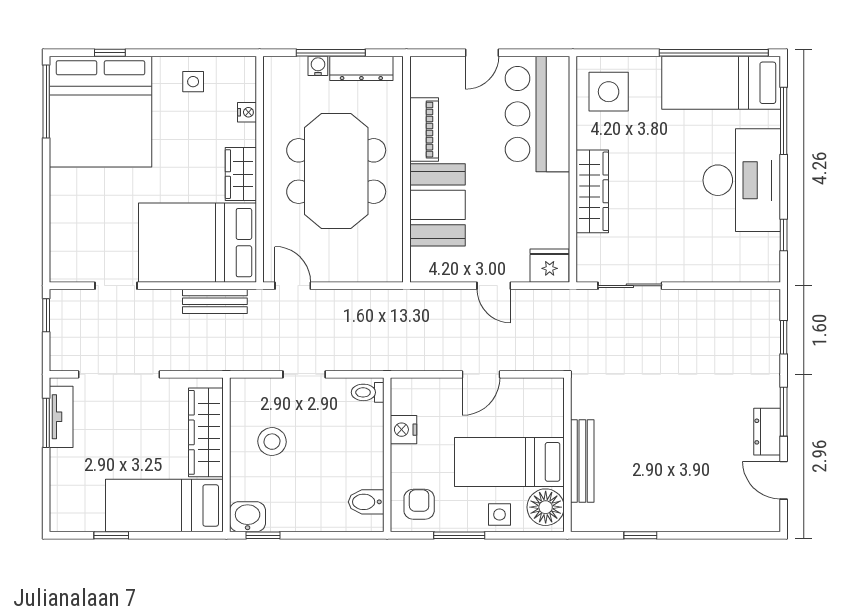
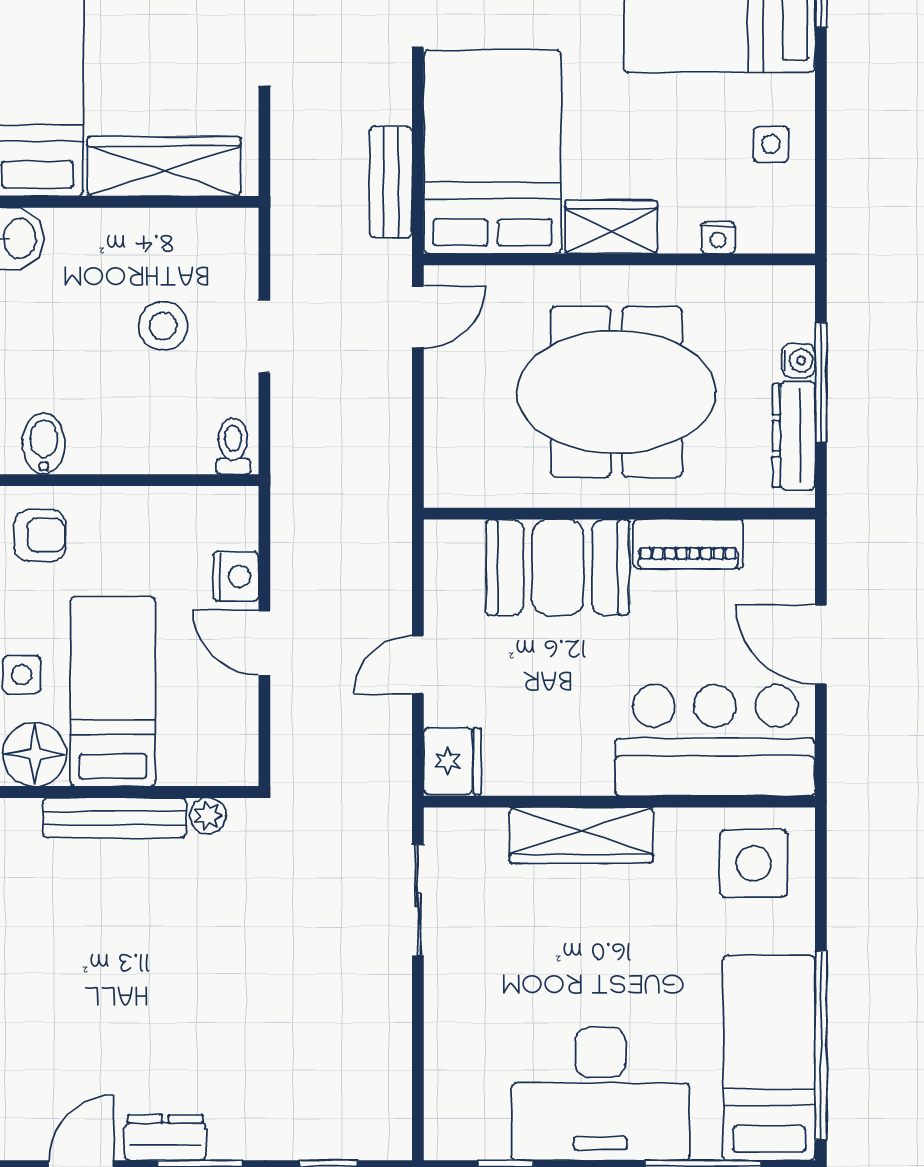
door: (482, 53) -> (821, 644), width x1.38
plant: (581, 407) -> (208, 816), added
nightstand: (404, 430) -> (236, 576), moved, turned 90
stool: (272, 442) -> (163, 326), moved

